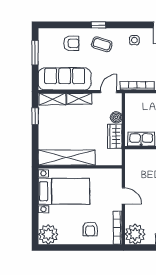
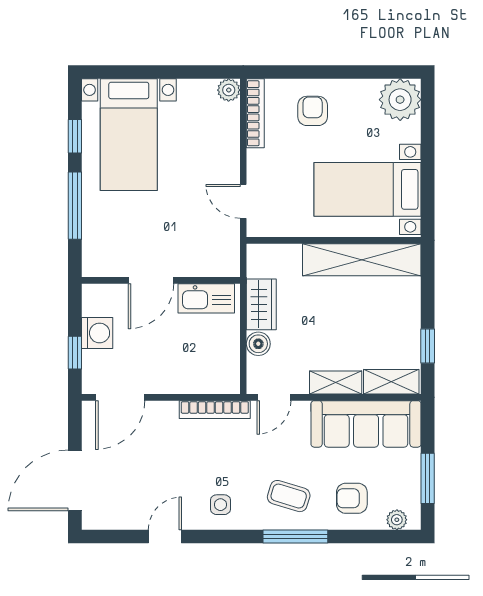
window: (98, 25) -> (295, 537), width x2.17
plant: (50, 33) -> (397, 520), added
door: (123, 196) -> (243, 201), moved
plant: (135, 234) -> (229, 90), width x0.53, depth x0.53

